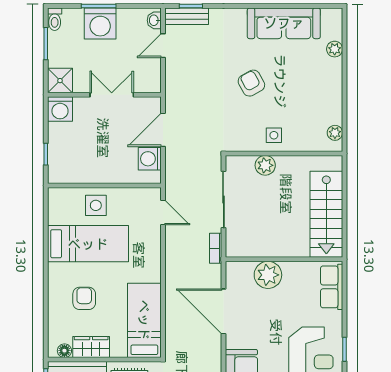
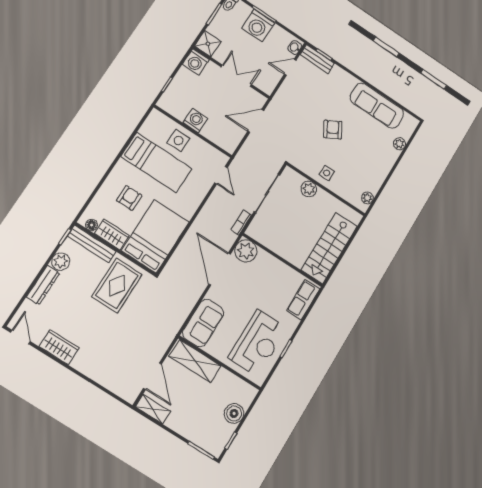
washing machine: (150, 159) -> (195, 120), moved, turned 90
plant: (268, 275) -> (246, 251), moved
bed: (144, 320) -> (155, 236), width x1.50

